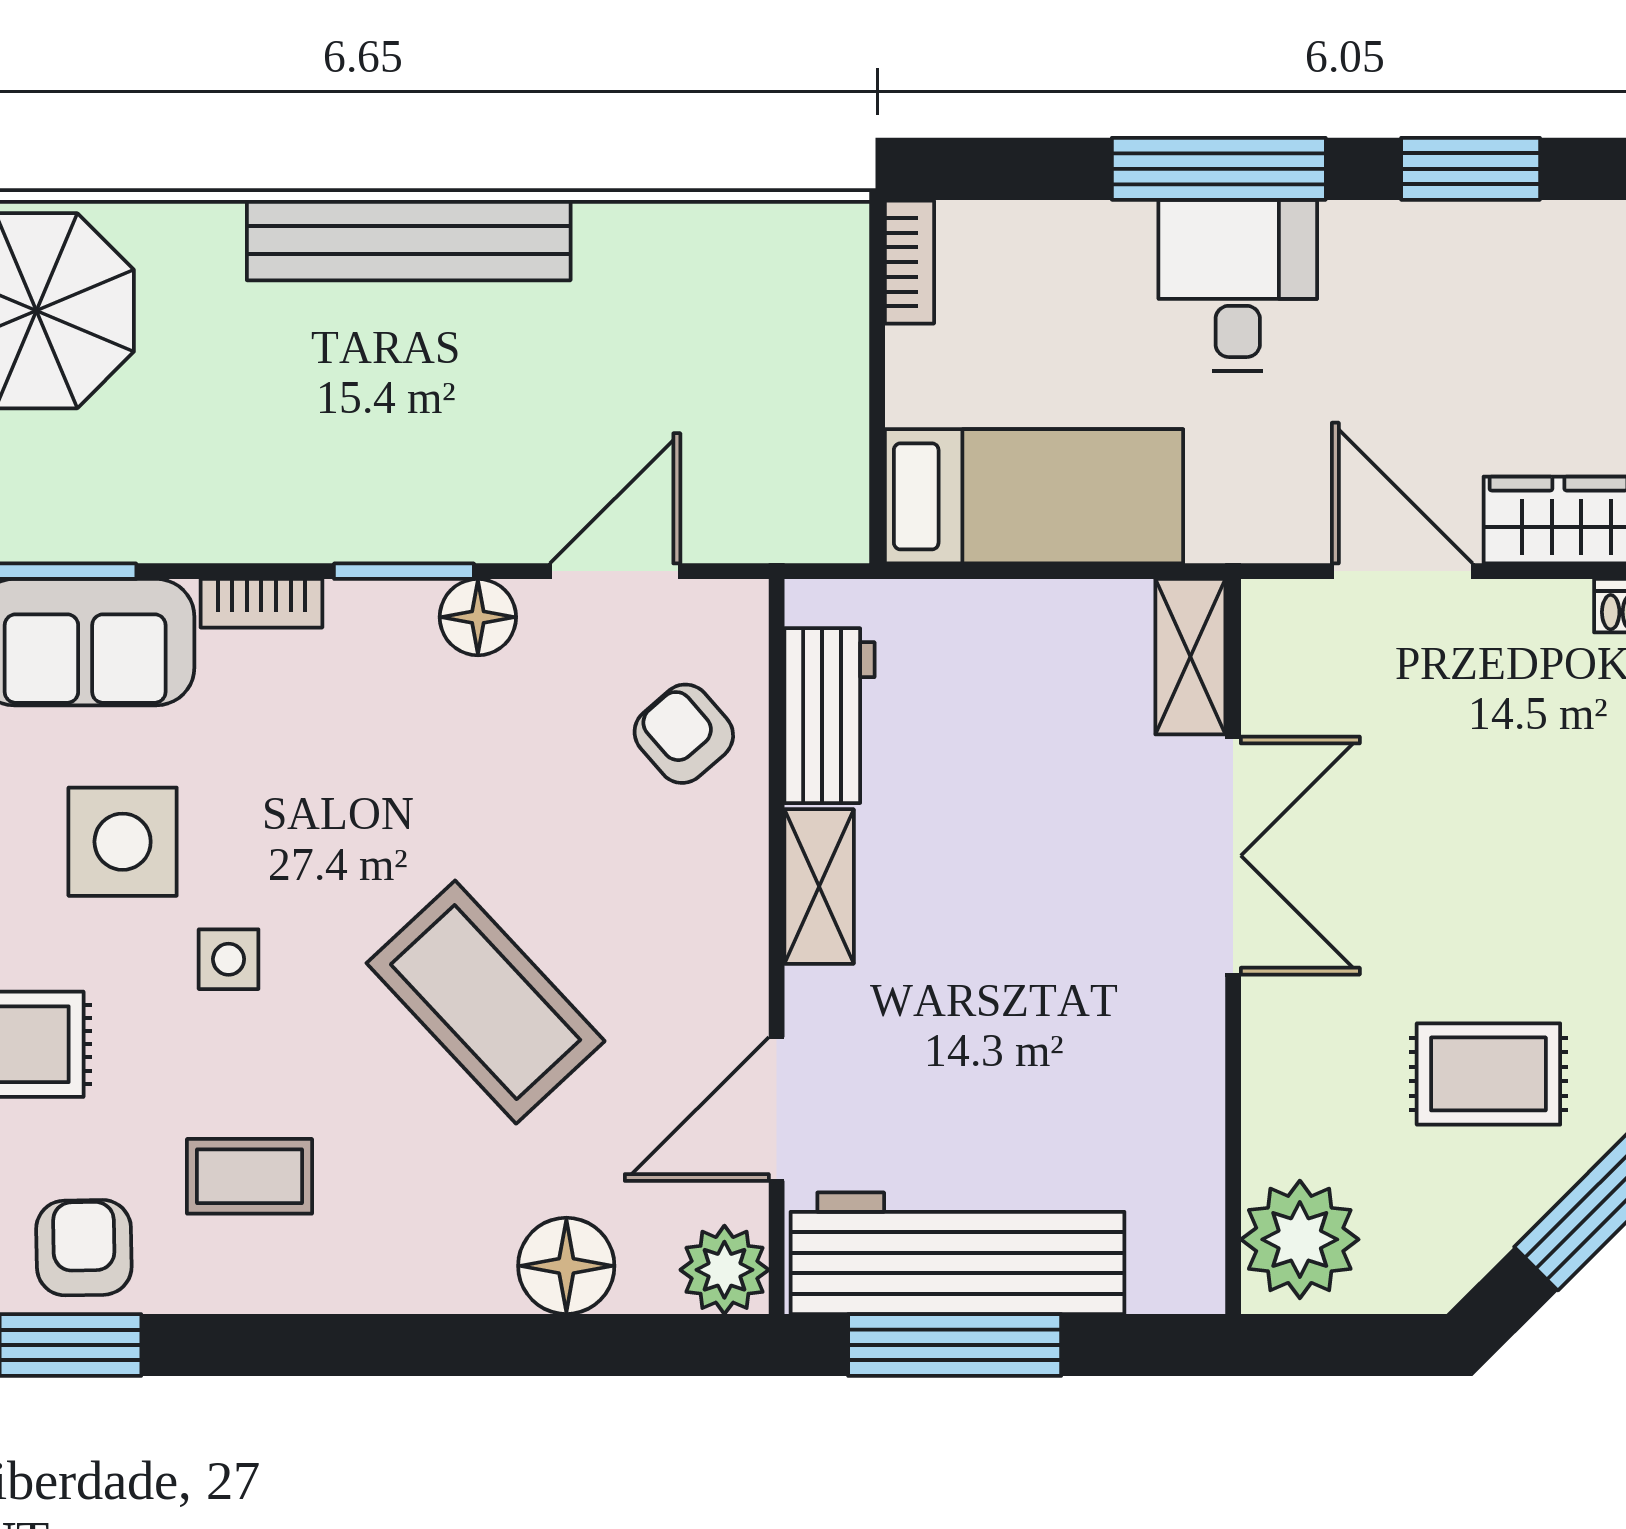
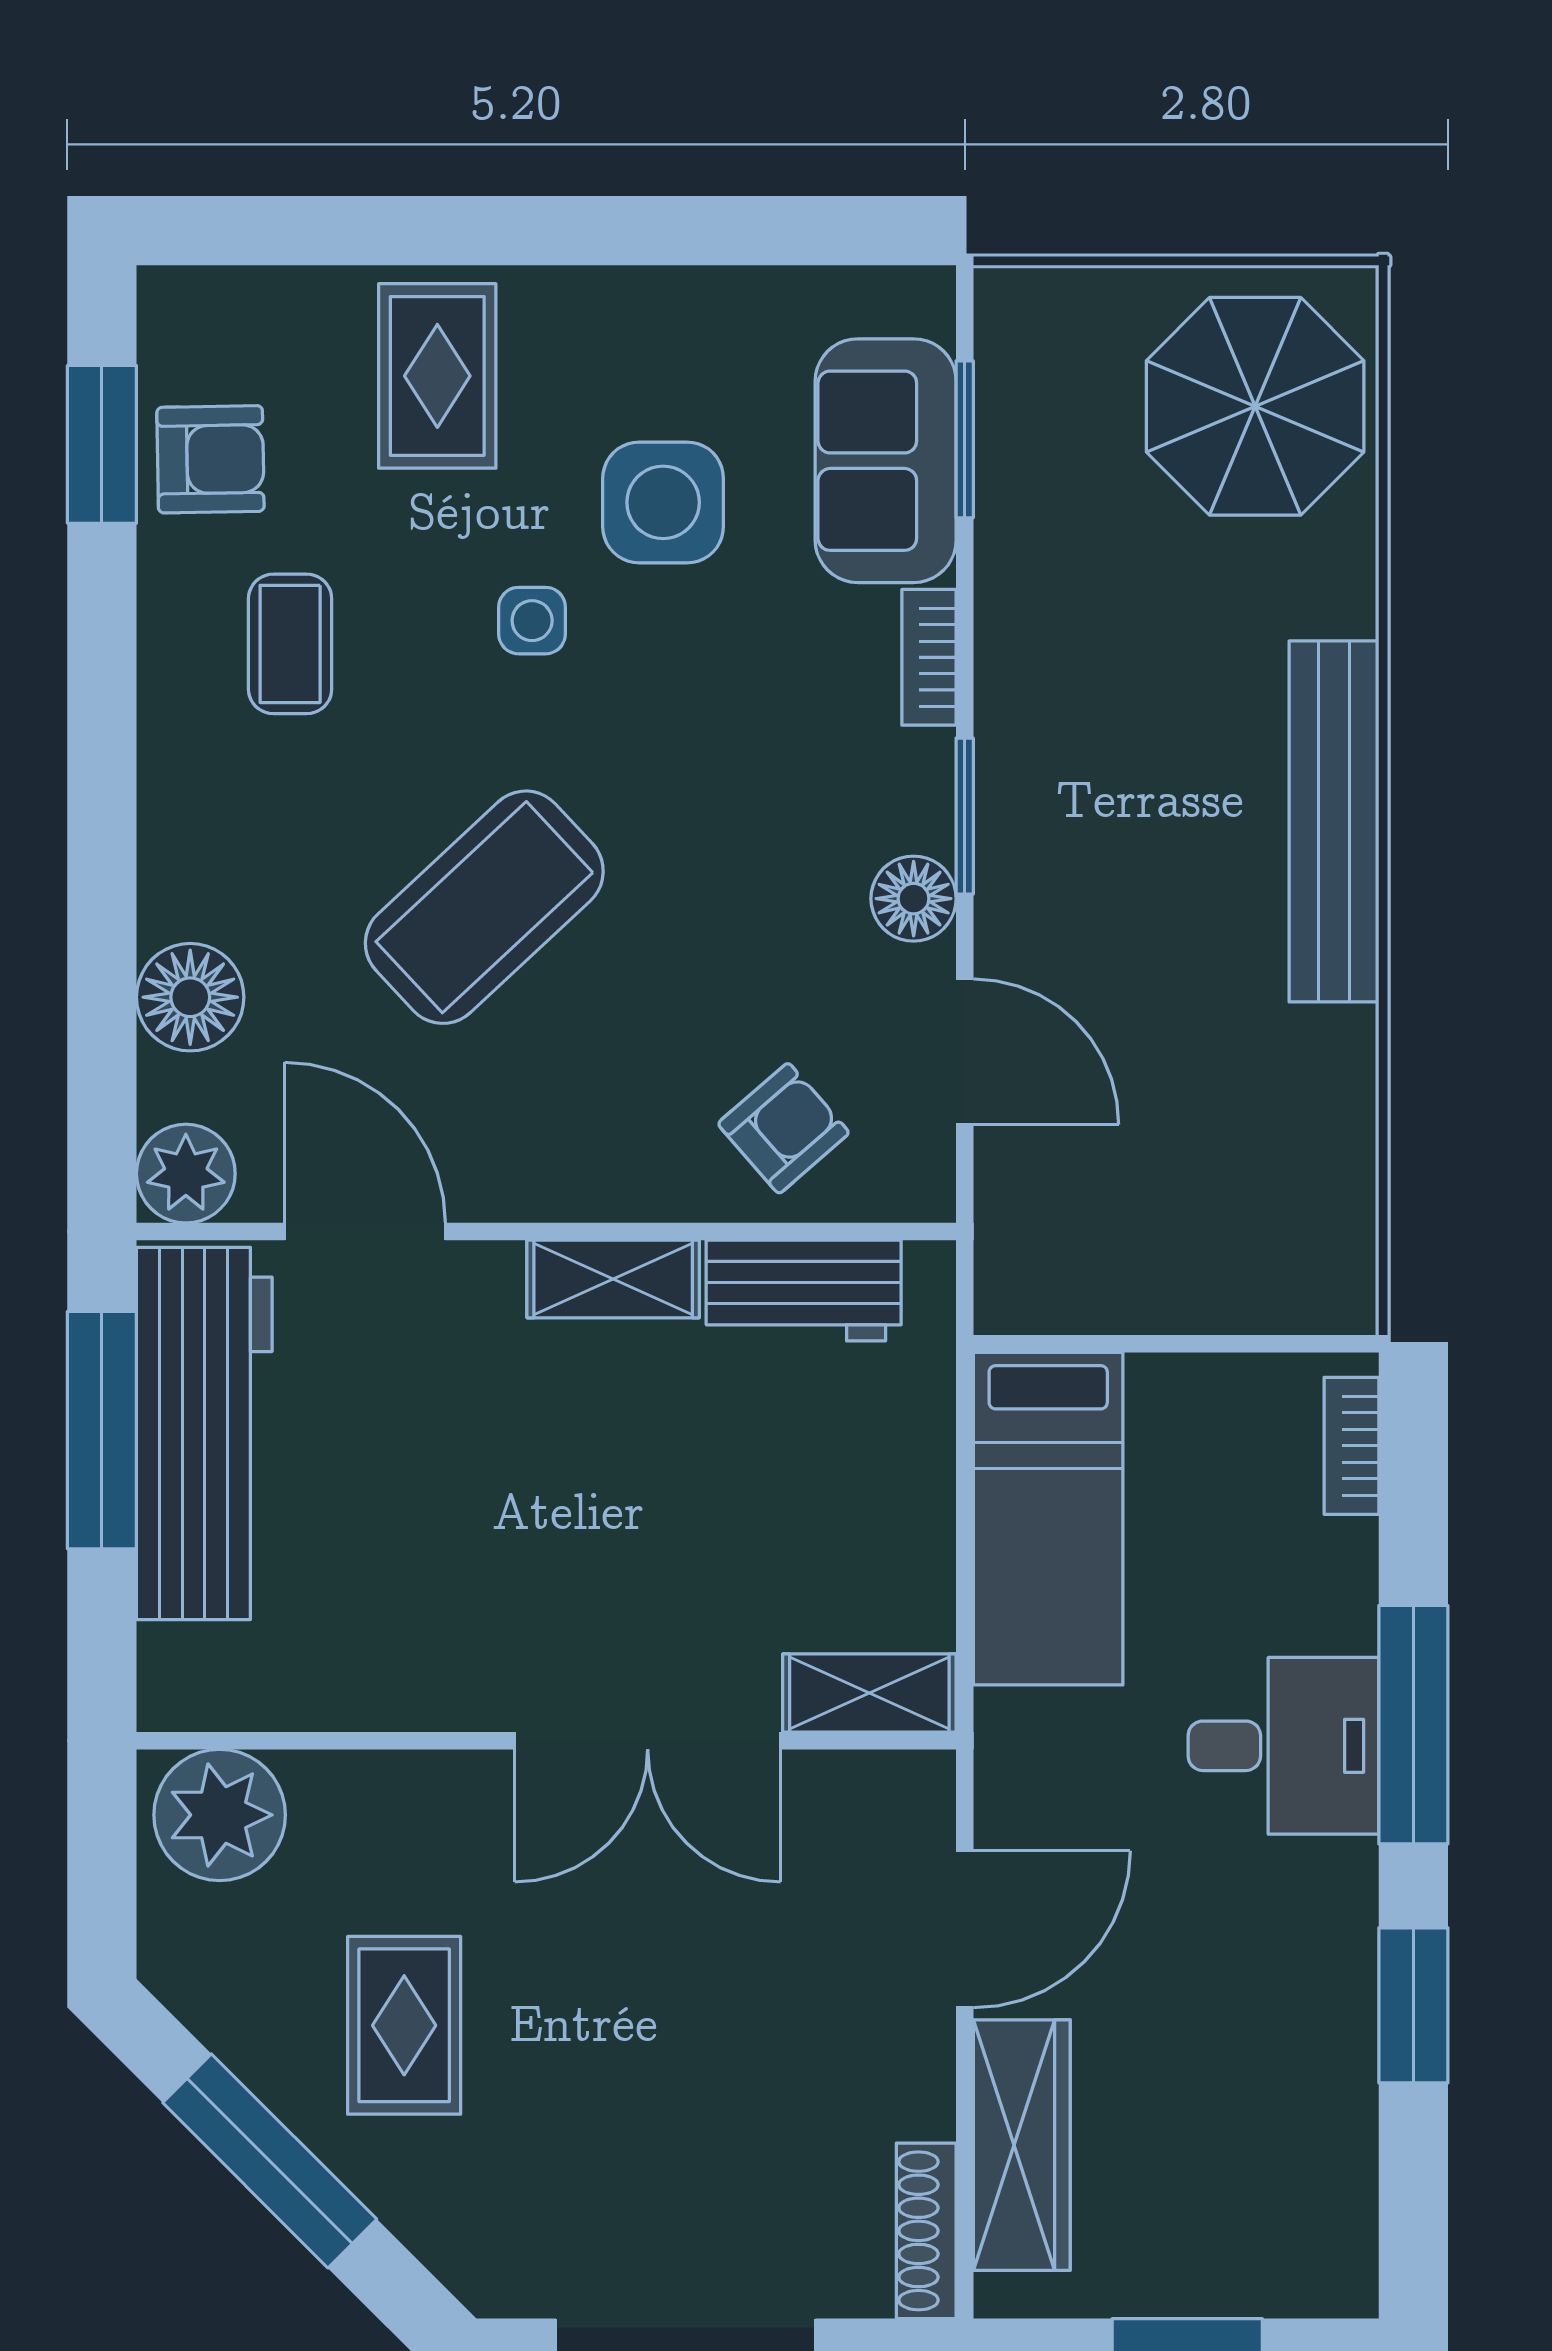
bookcase: (909, 262) -> (1351, 1446), moved, turned 90

